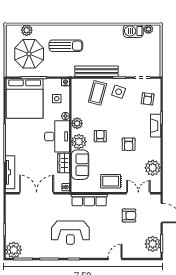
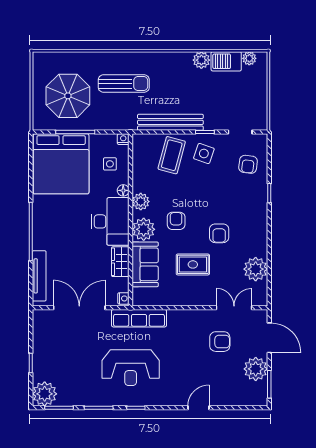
plant: (27, 30) -> (201, 60), moved
fireplace: (156, 126) -> (260, 205), removed
rug: (111, 181) -> (193, 264), moved
row of seats: (89, 200) -> (139, 318), moved
plant: (153, 244) -> (256, 369), moved

